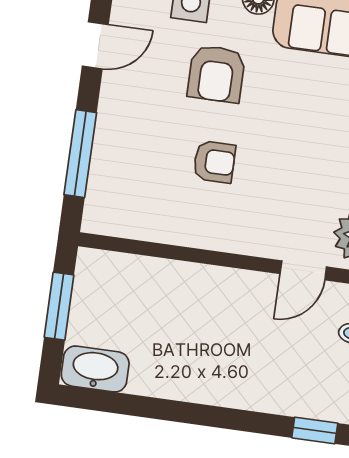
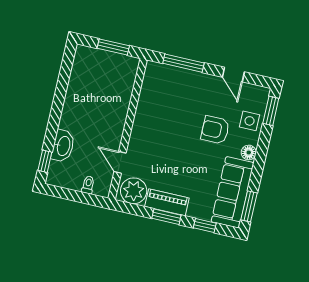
armchair: (214, 162) -> (174, 125), removed
washbasin: (95, 369) -> (63, 146), moved

